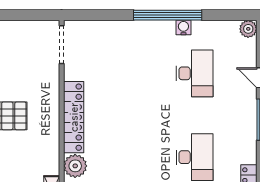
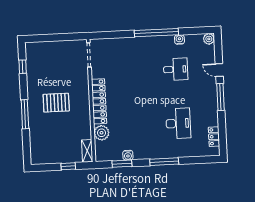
water cooler: (183, 28) -> (179, 40), moved
desk: (194, 73) -> (176, 69), width x0.73

